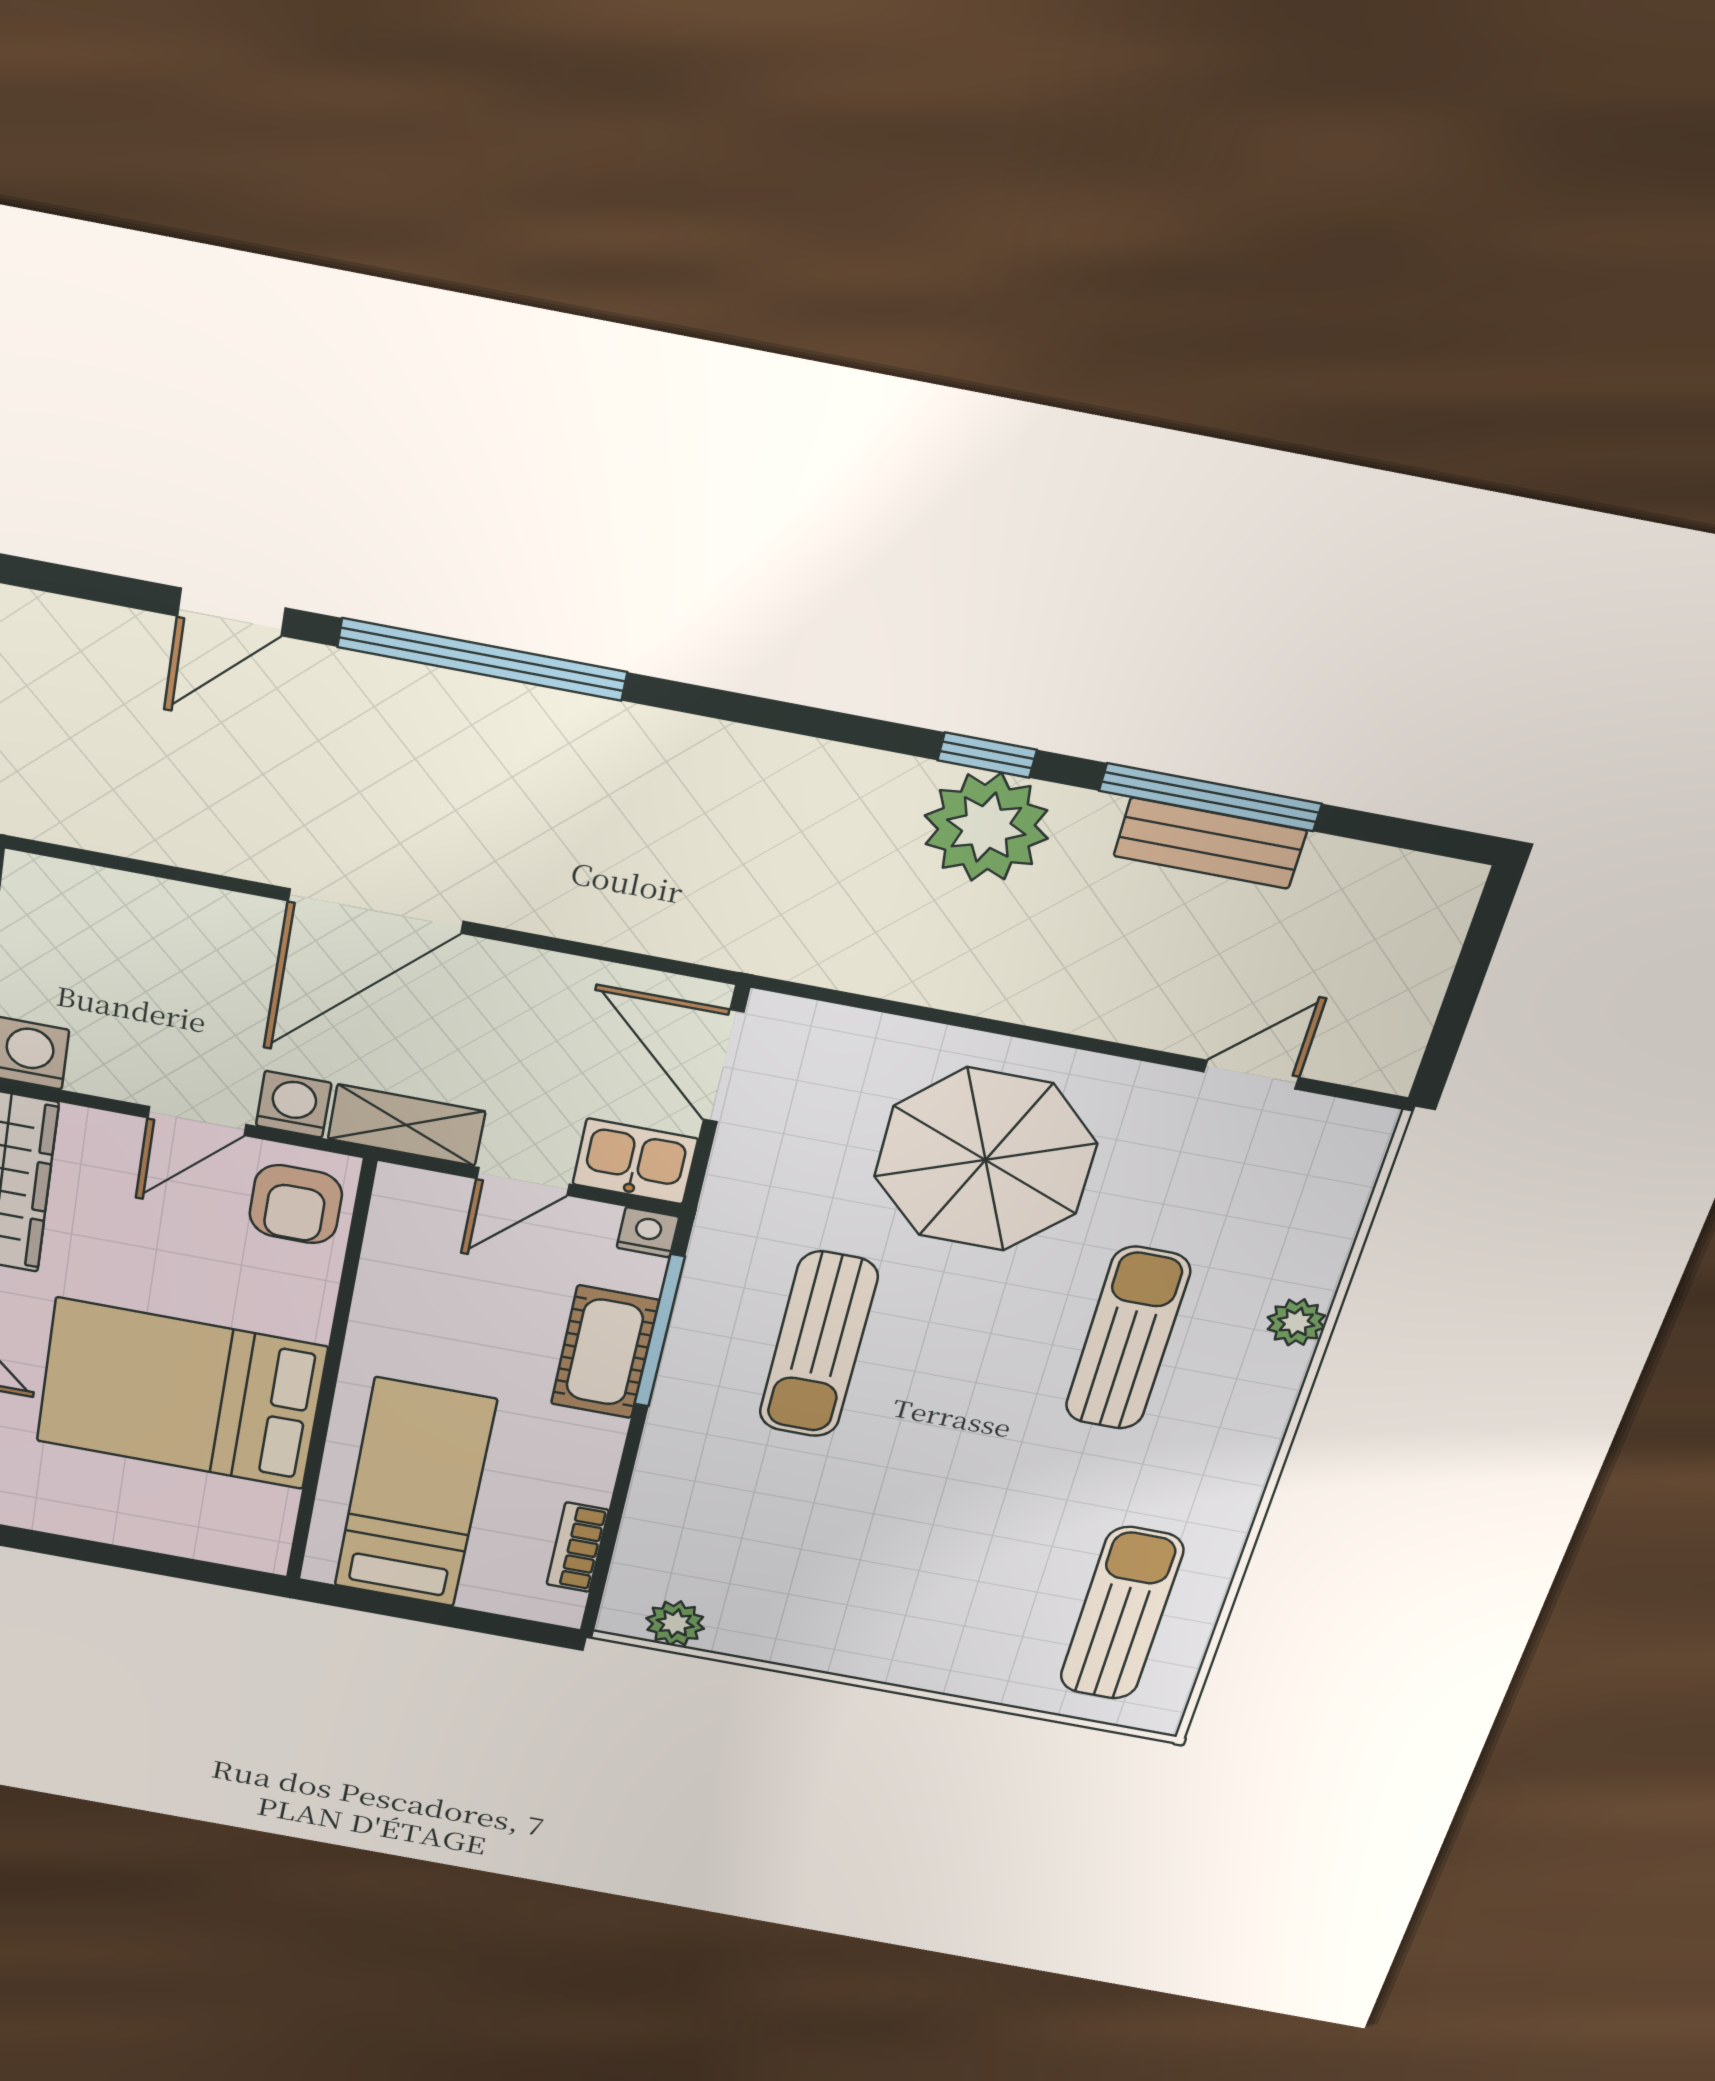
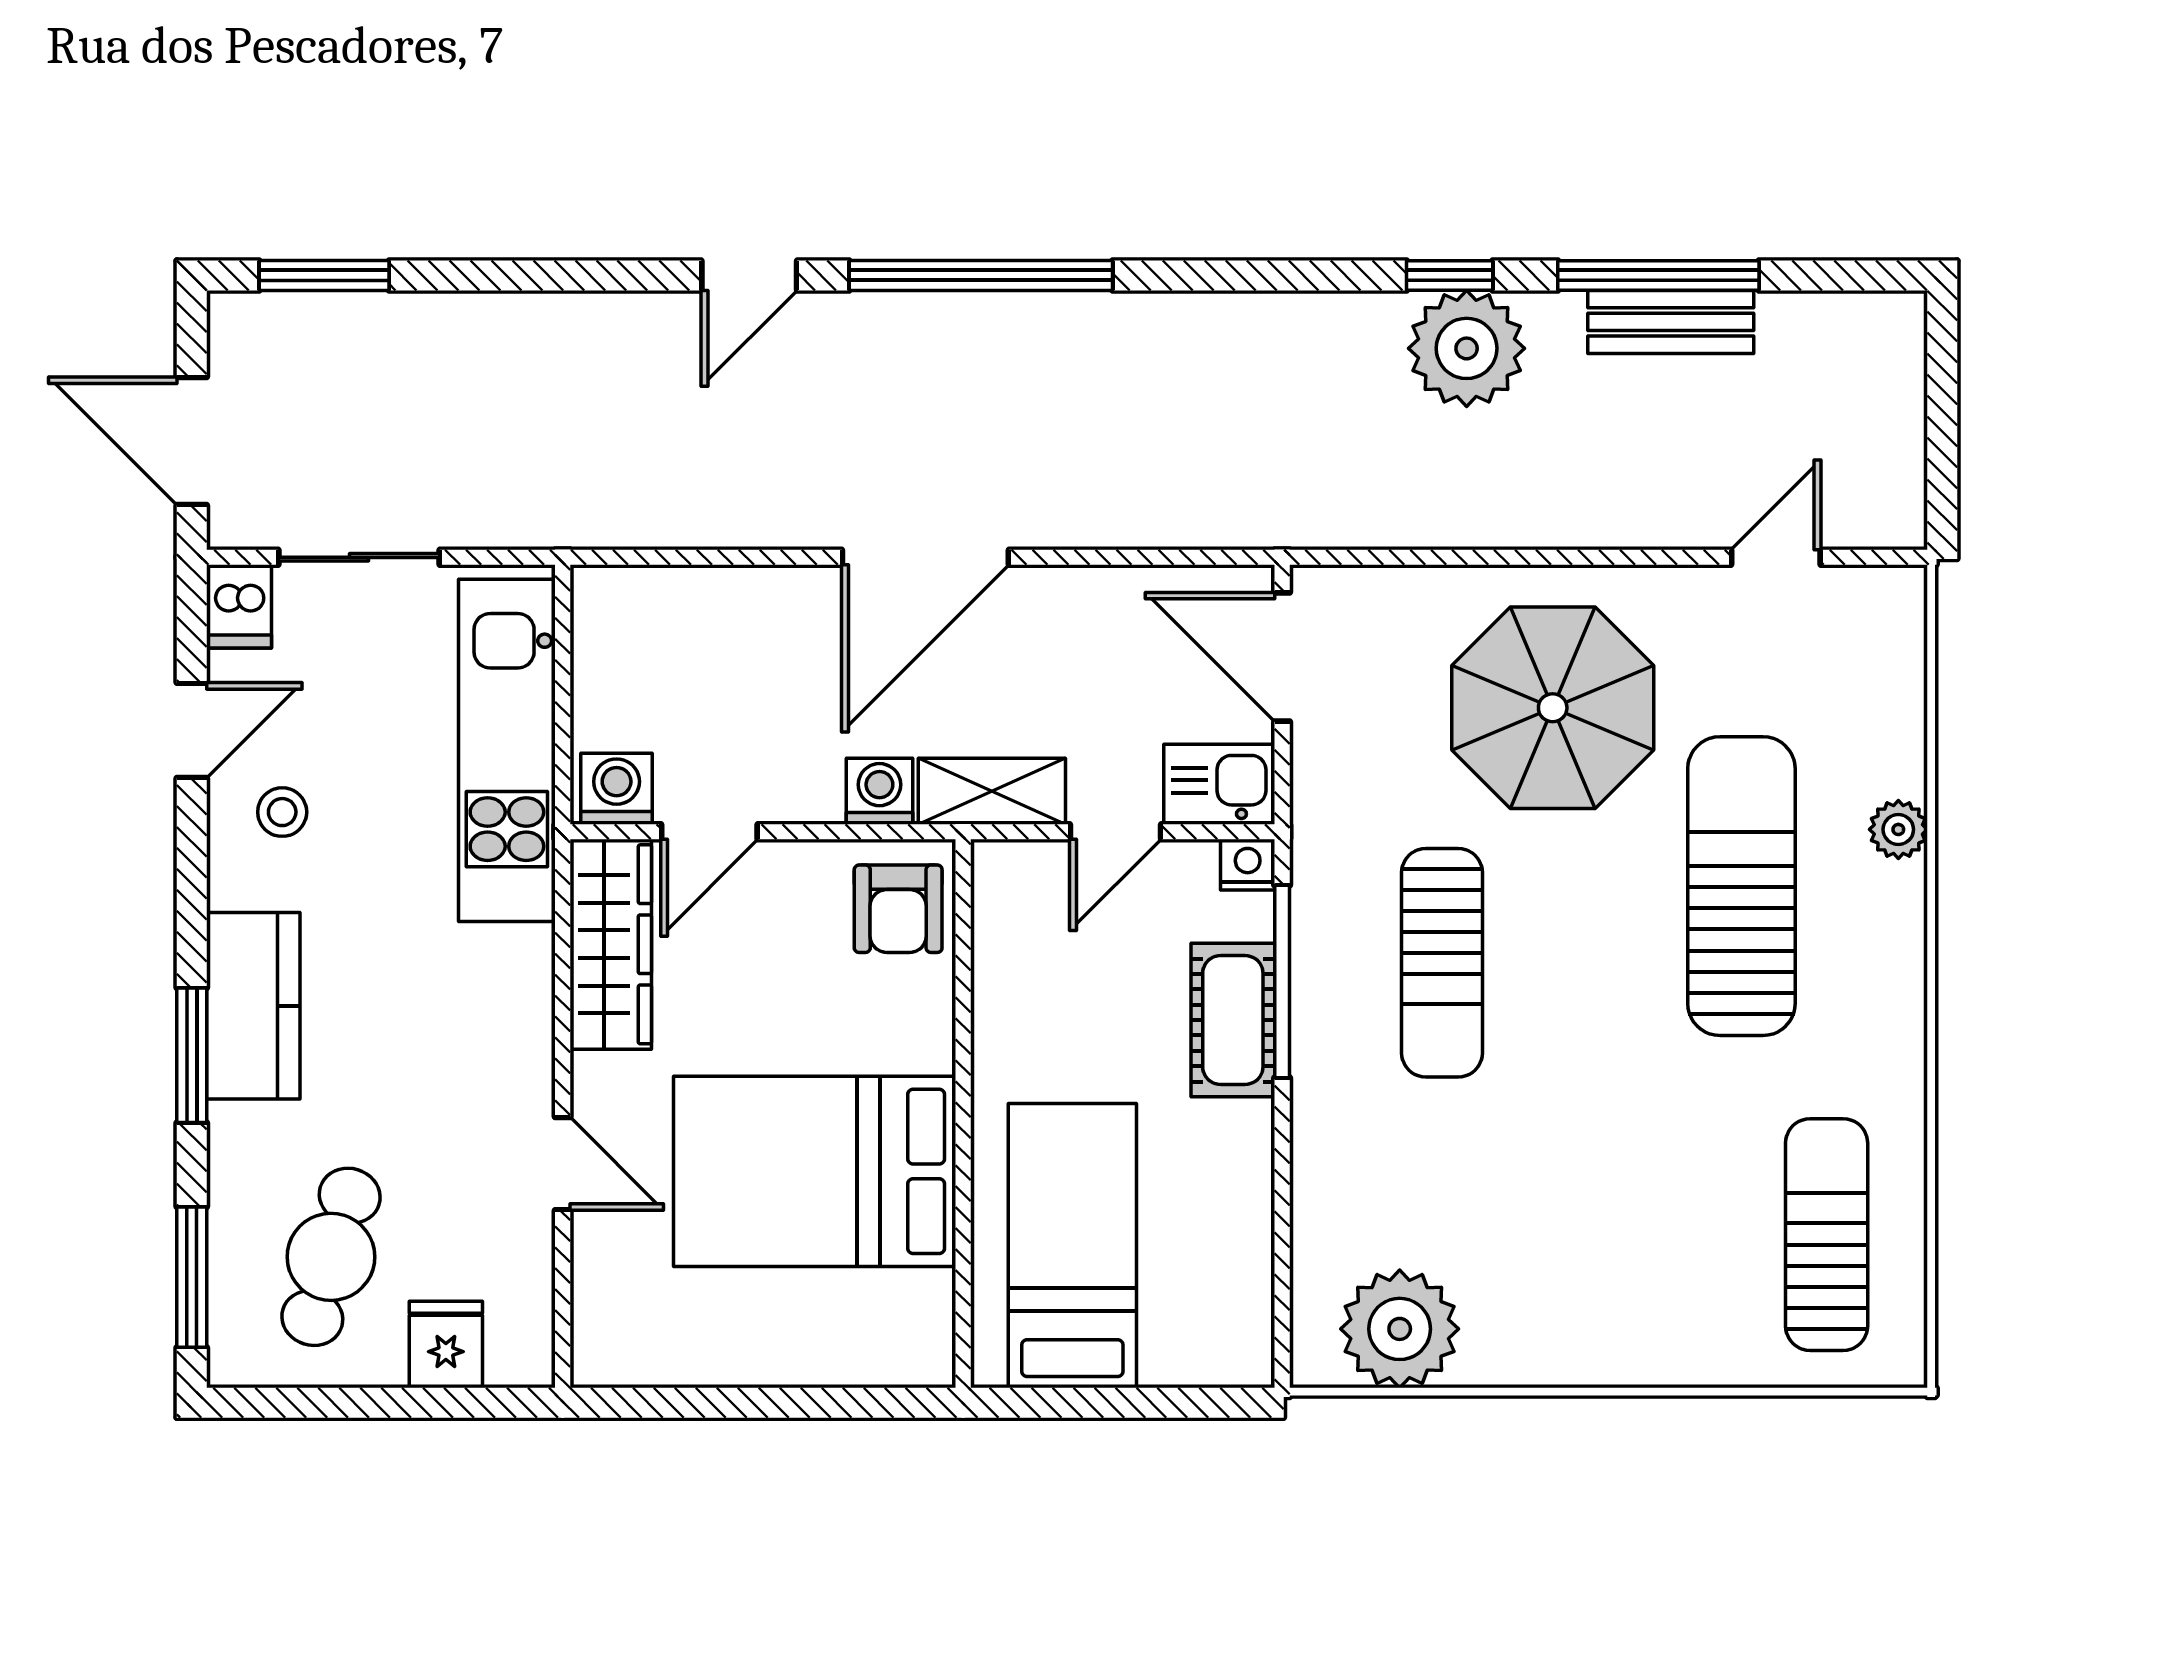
door: (197, 1121) -> (709, 832), moved
sun lounger: (1128, 1339) -> (1741, 886), width x1.36, depth x1.34
bookcase: (577, 1547) -> (1252, 1278), removed
plant: (675, 1623) -> (1400, 1329), width x1.87, depth x1.87

